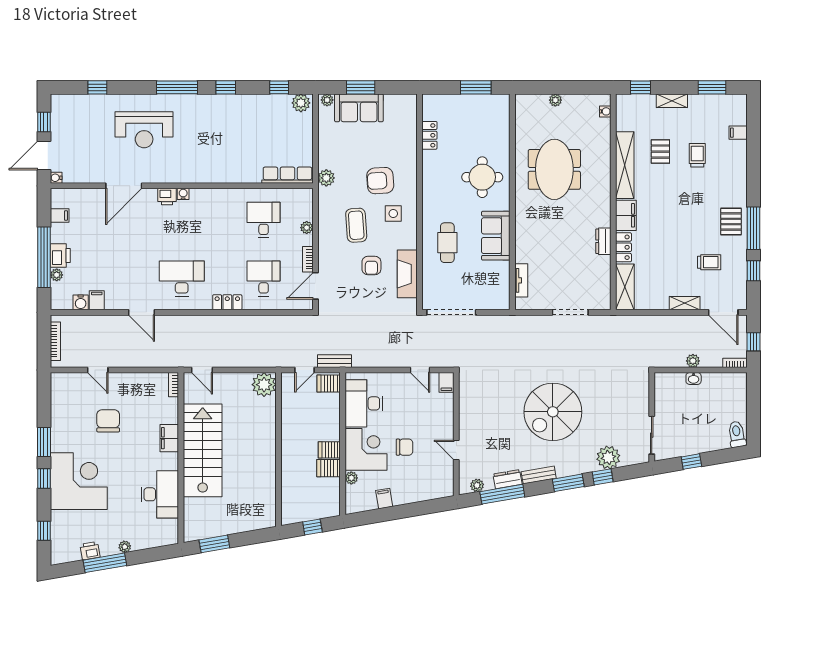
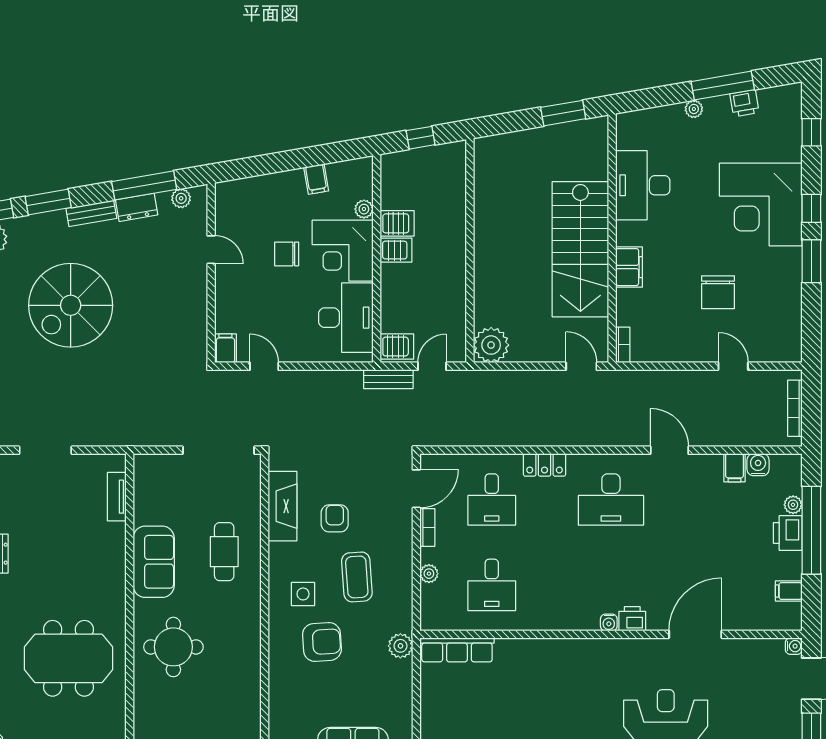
locker: (429, 135) -> (250, 708), removed
meeting table: (554, 169) -> (68, 658), turned 90
spiral stairs: (553, 412) -> (71, 305), turned 180

